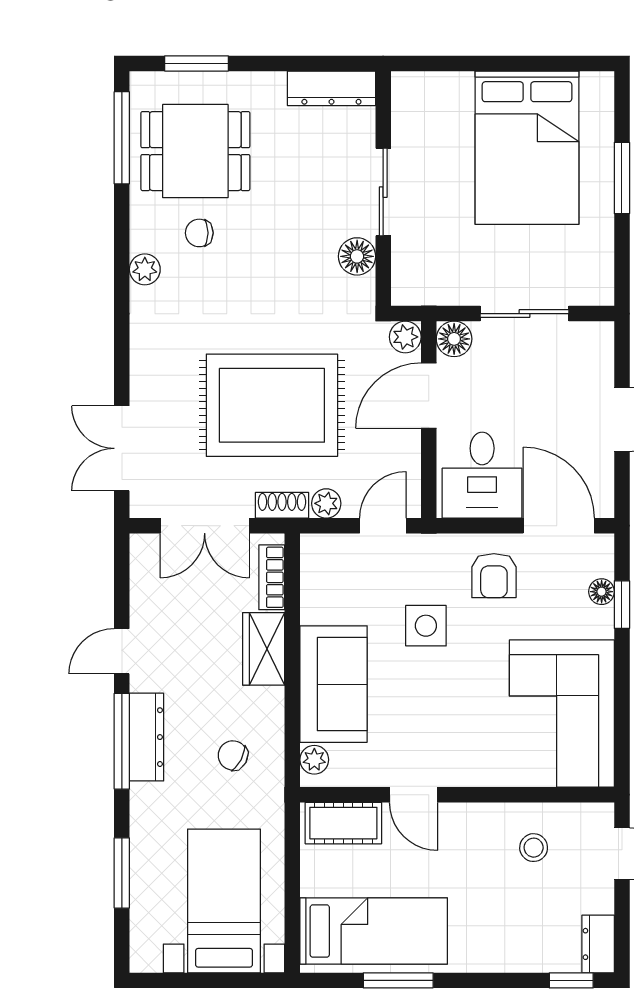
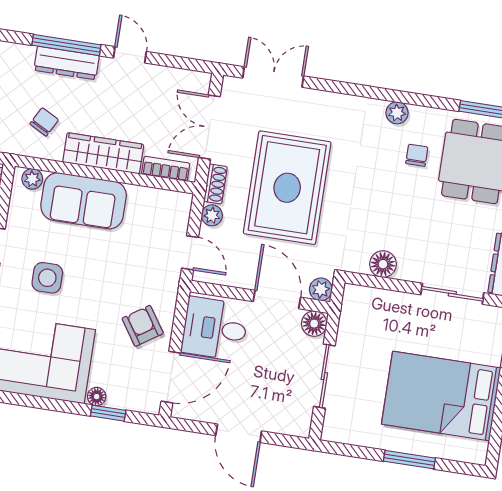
sliding door: (383, 192) -> (452, 294), moved
armchair: (494, 576) -> (143, 326), turned 56
floor lamp: (602, 592) -> (97, 397), moved
side table: (426, 626) -> (47, 278), moved
wardrobe: (264, 649) -> (103, 153), width x1.50

